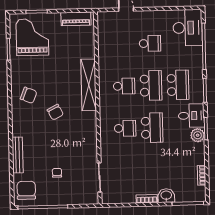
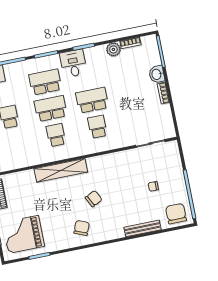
plant: (198, 135) -> (113, 49), moved
chair: (26, 190) -> (176, 214), turned 90

